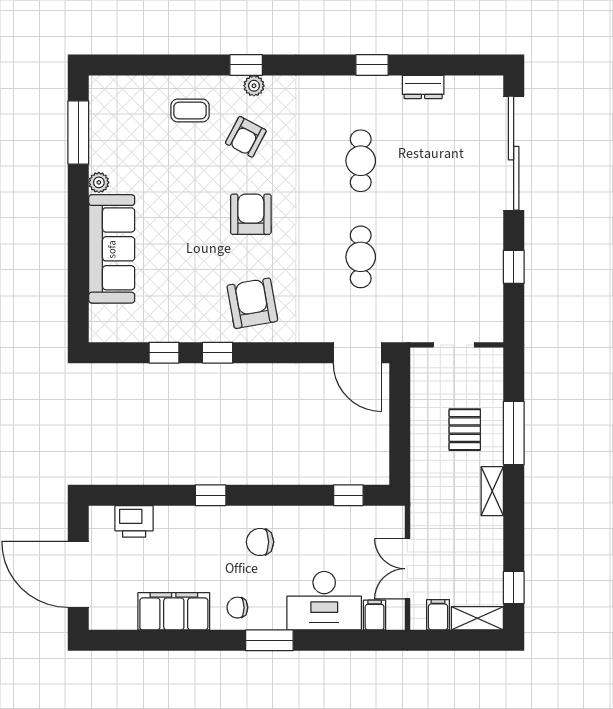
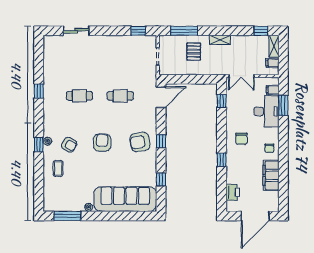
dresser: (423, 87) -> (48, 69), removed
sliding door: (514, 153) -> (76, 31), width x0.54
armchair: (251, 214) -> (102, 143), turned 90
sofa: (112, 249) -> (125, 199), width x1.36, depth x1.27
window: (514, 267) -> (138, 31), moved
window: (218, 353) -> (161, 141), moved
pallet: (465, 430) -> (194, 52), turned 90
window: (514, 433) -> (184, 31), moved
double door: (407, 569) -> (241, 76), moved
window: (269, 640) -> (283, 105), moved

